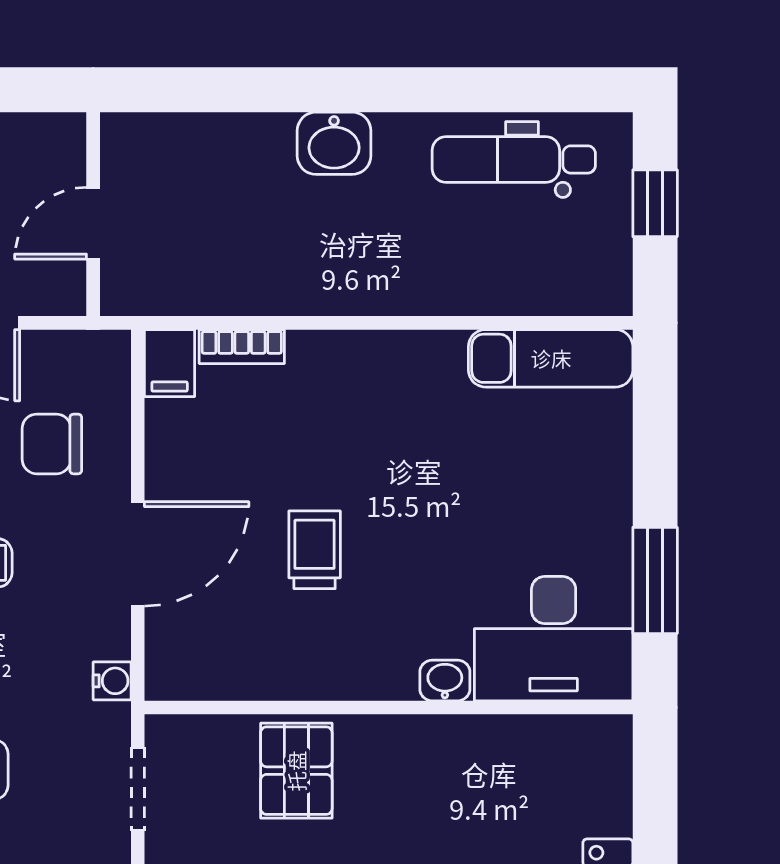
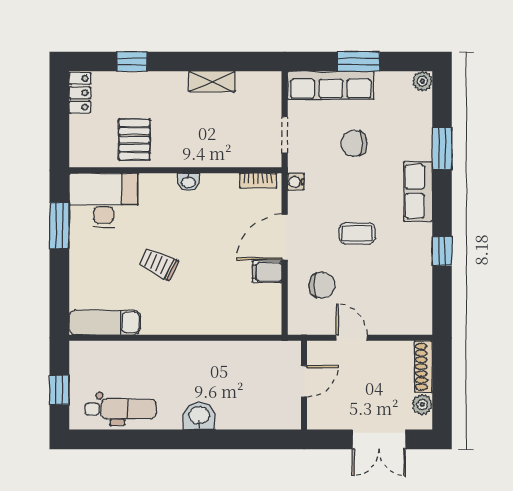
bookcase: (242, 347) -> (258, 181), moved, turned 180
filing cabinet: (170, 363) -> (267, 272), moved, turned -90
trolley: (315, 550) -> (158, 264), moved, turned 115
washbasin: (445, 680) -> (188, 182), moved
pallet: (296, 771) -> (134, 140), moved

